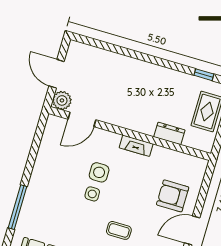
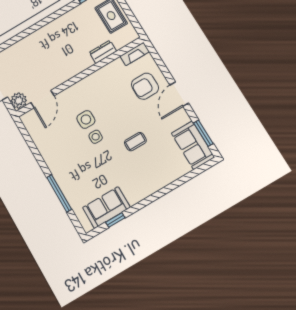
fireplace: (136, 146) -> (135, 54), moved

